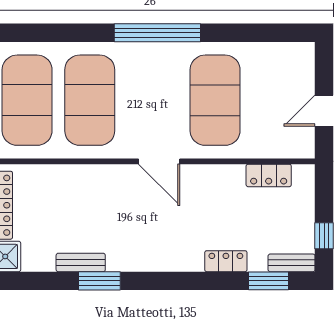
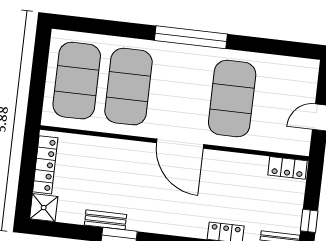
door: (159, 161) -> (180, 144), width x1.36
locker: (269, 175) -> (287, 168), moved

